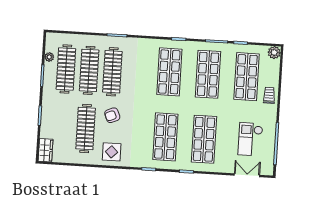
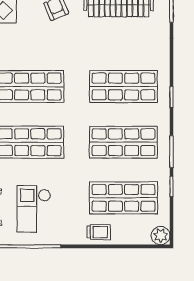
checkout: (250, 139) -> (34, 209), turned -90

